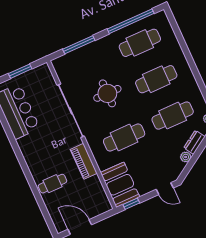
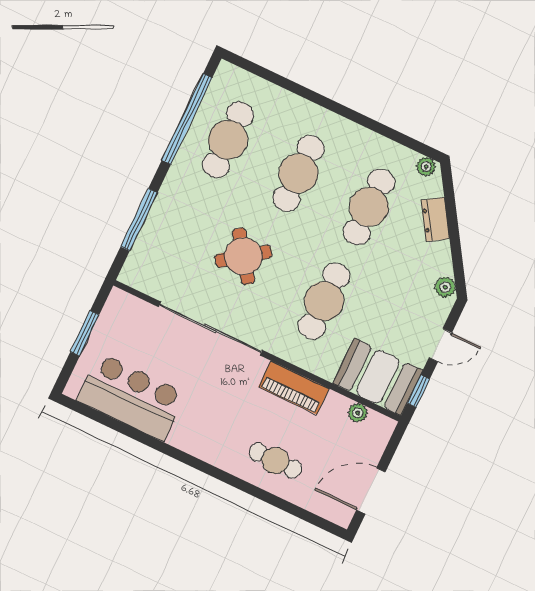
round table: (107, 93) -> (243, 256), turned -36
plant: (186, 157) -> (445, 287), moved
cafe table: (52, 184) -> (275, 461), turned 90
door: (165, 189) -> (440, 345), moved
plant: (100, 192) -> (358, 413), added

